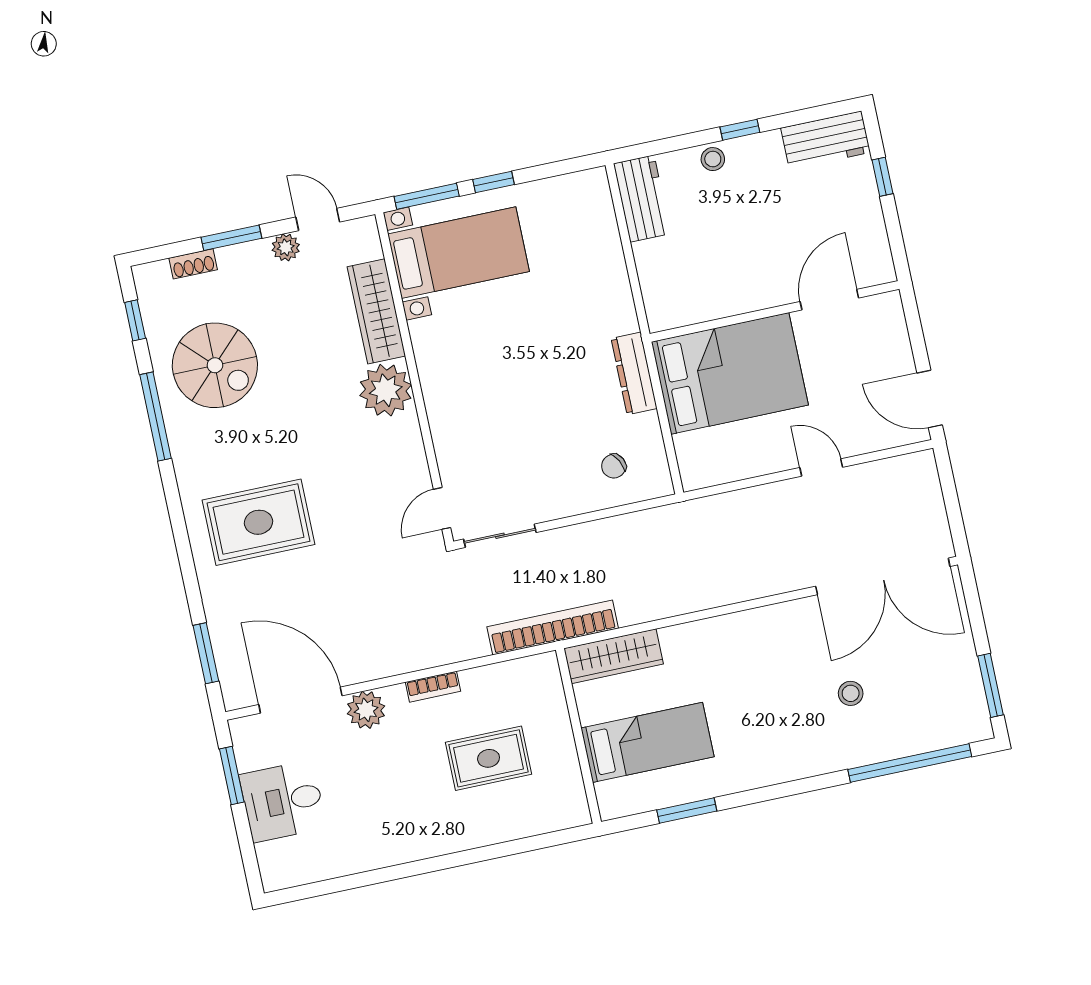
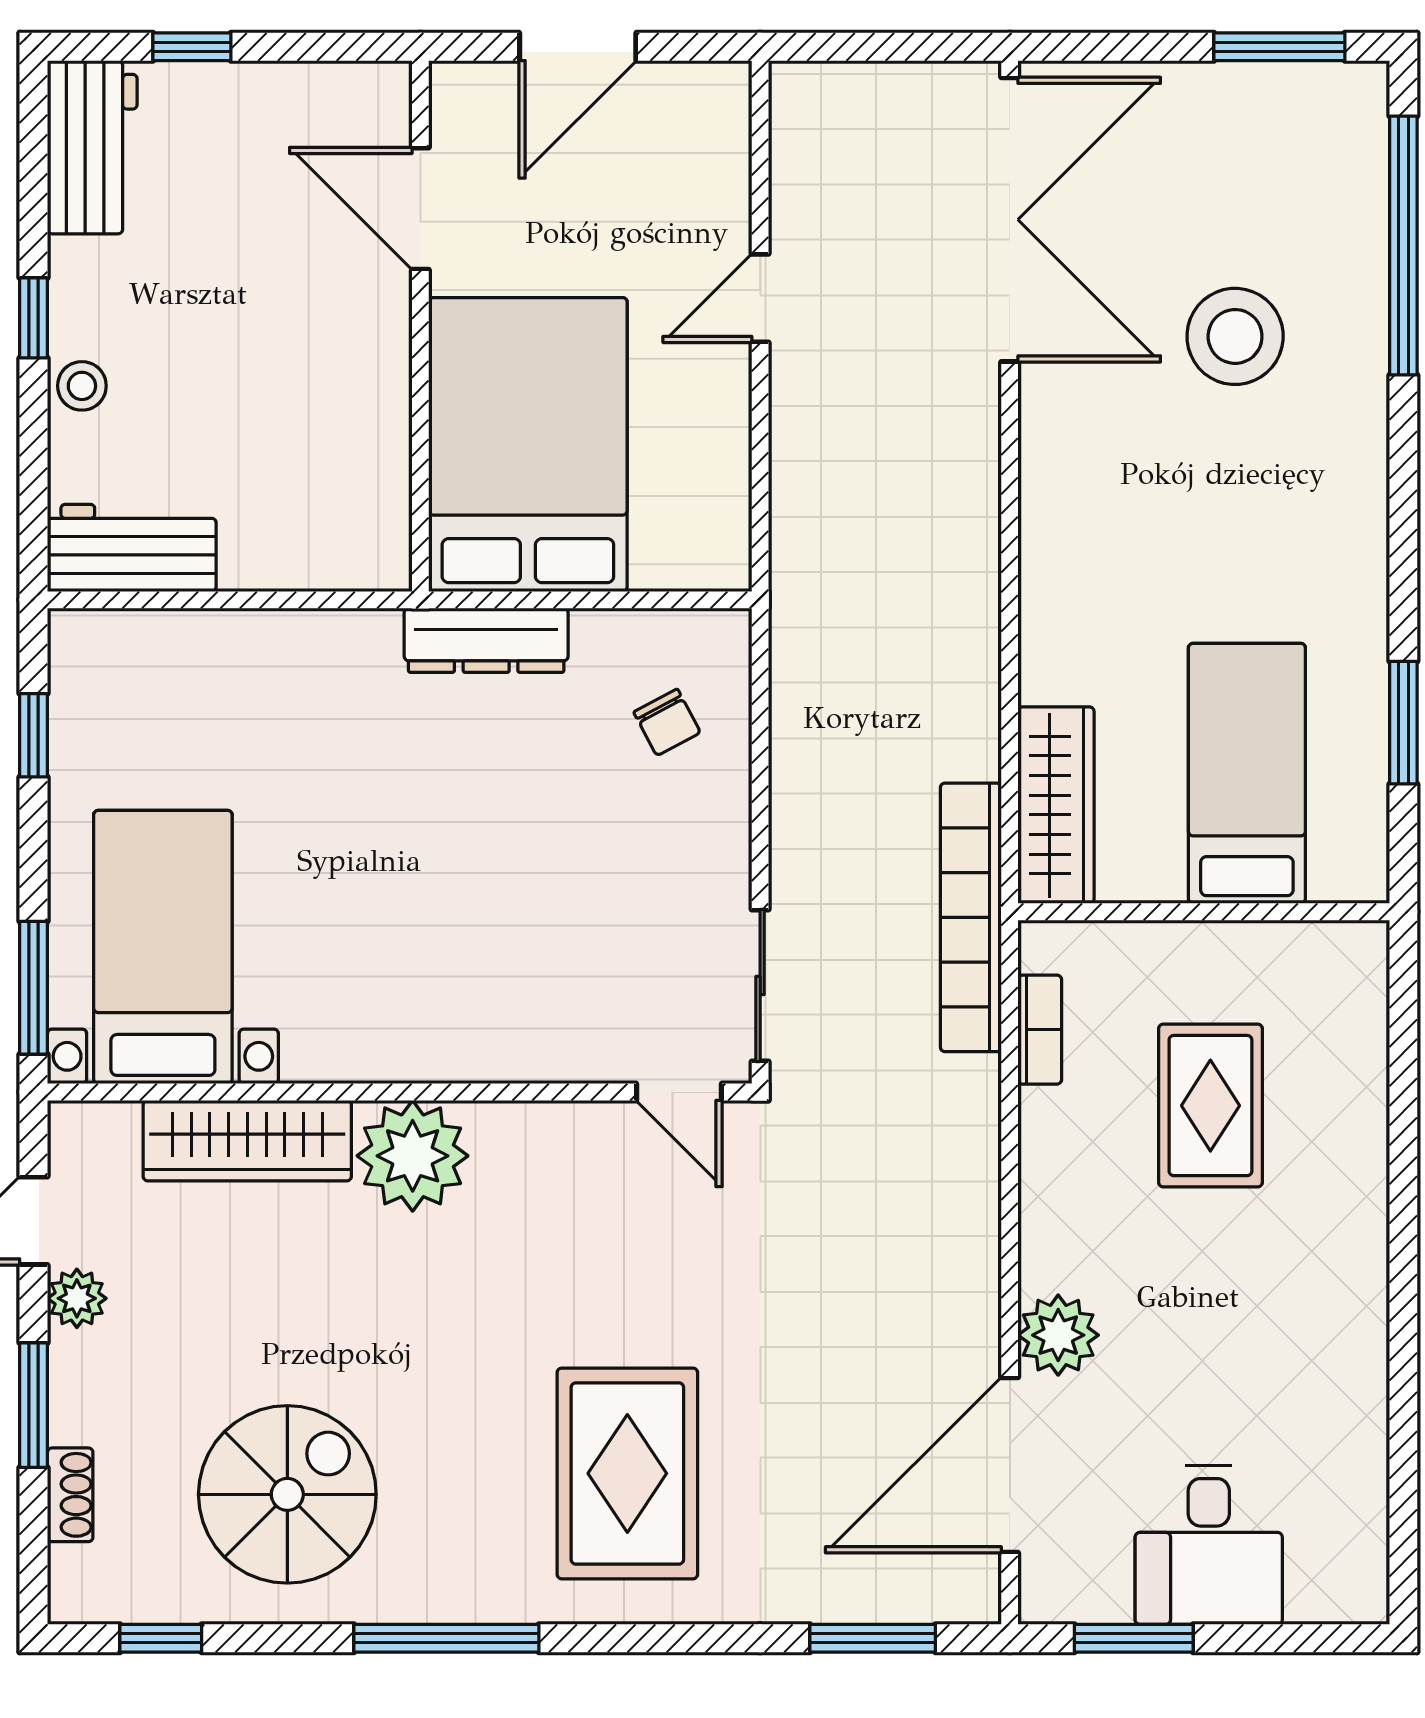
window: (493, 182) -> (34, 735), moved
door: (930, 399) -> (578, 47), moved
window: (155, 416) -> (446, 1638), moved
bookcase: (433, 687) -> (1040, 1030), moved
stool: (851, 693) -> (1235, 336), width x1.89, depth x1.89

